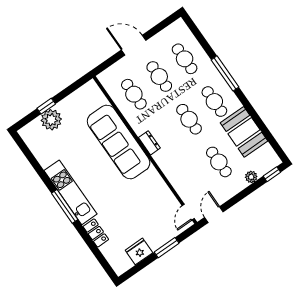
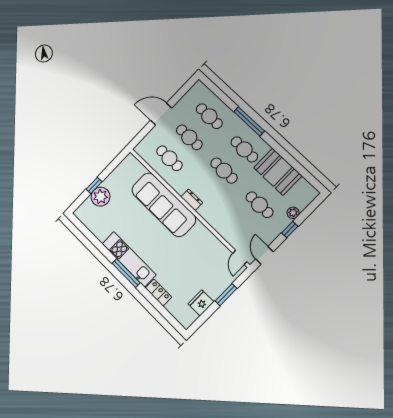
window: (272, 174) -> (290, 230), moved

